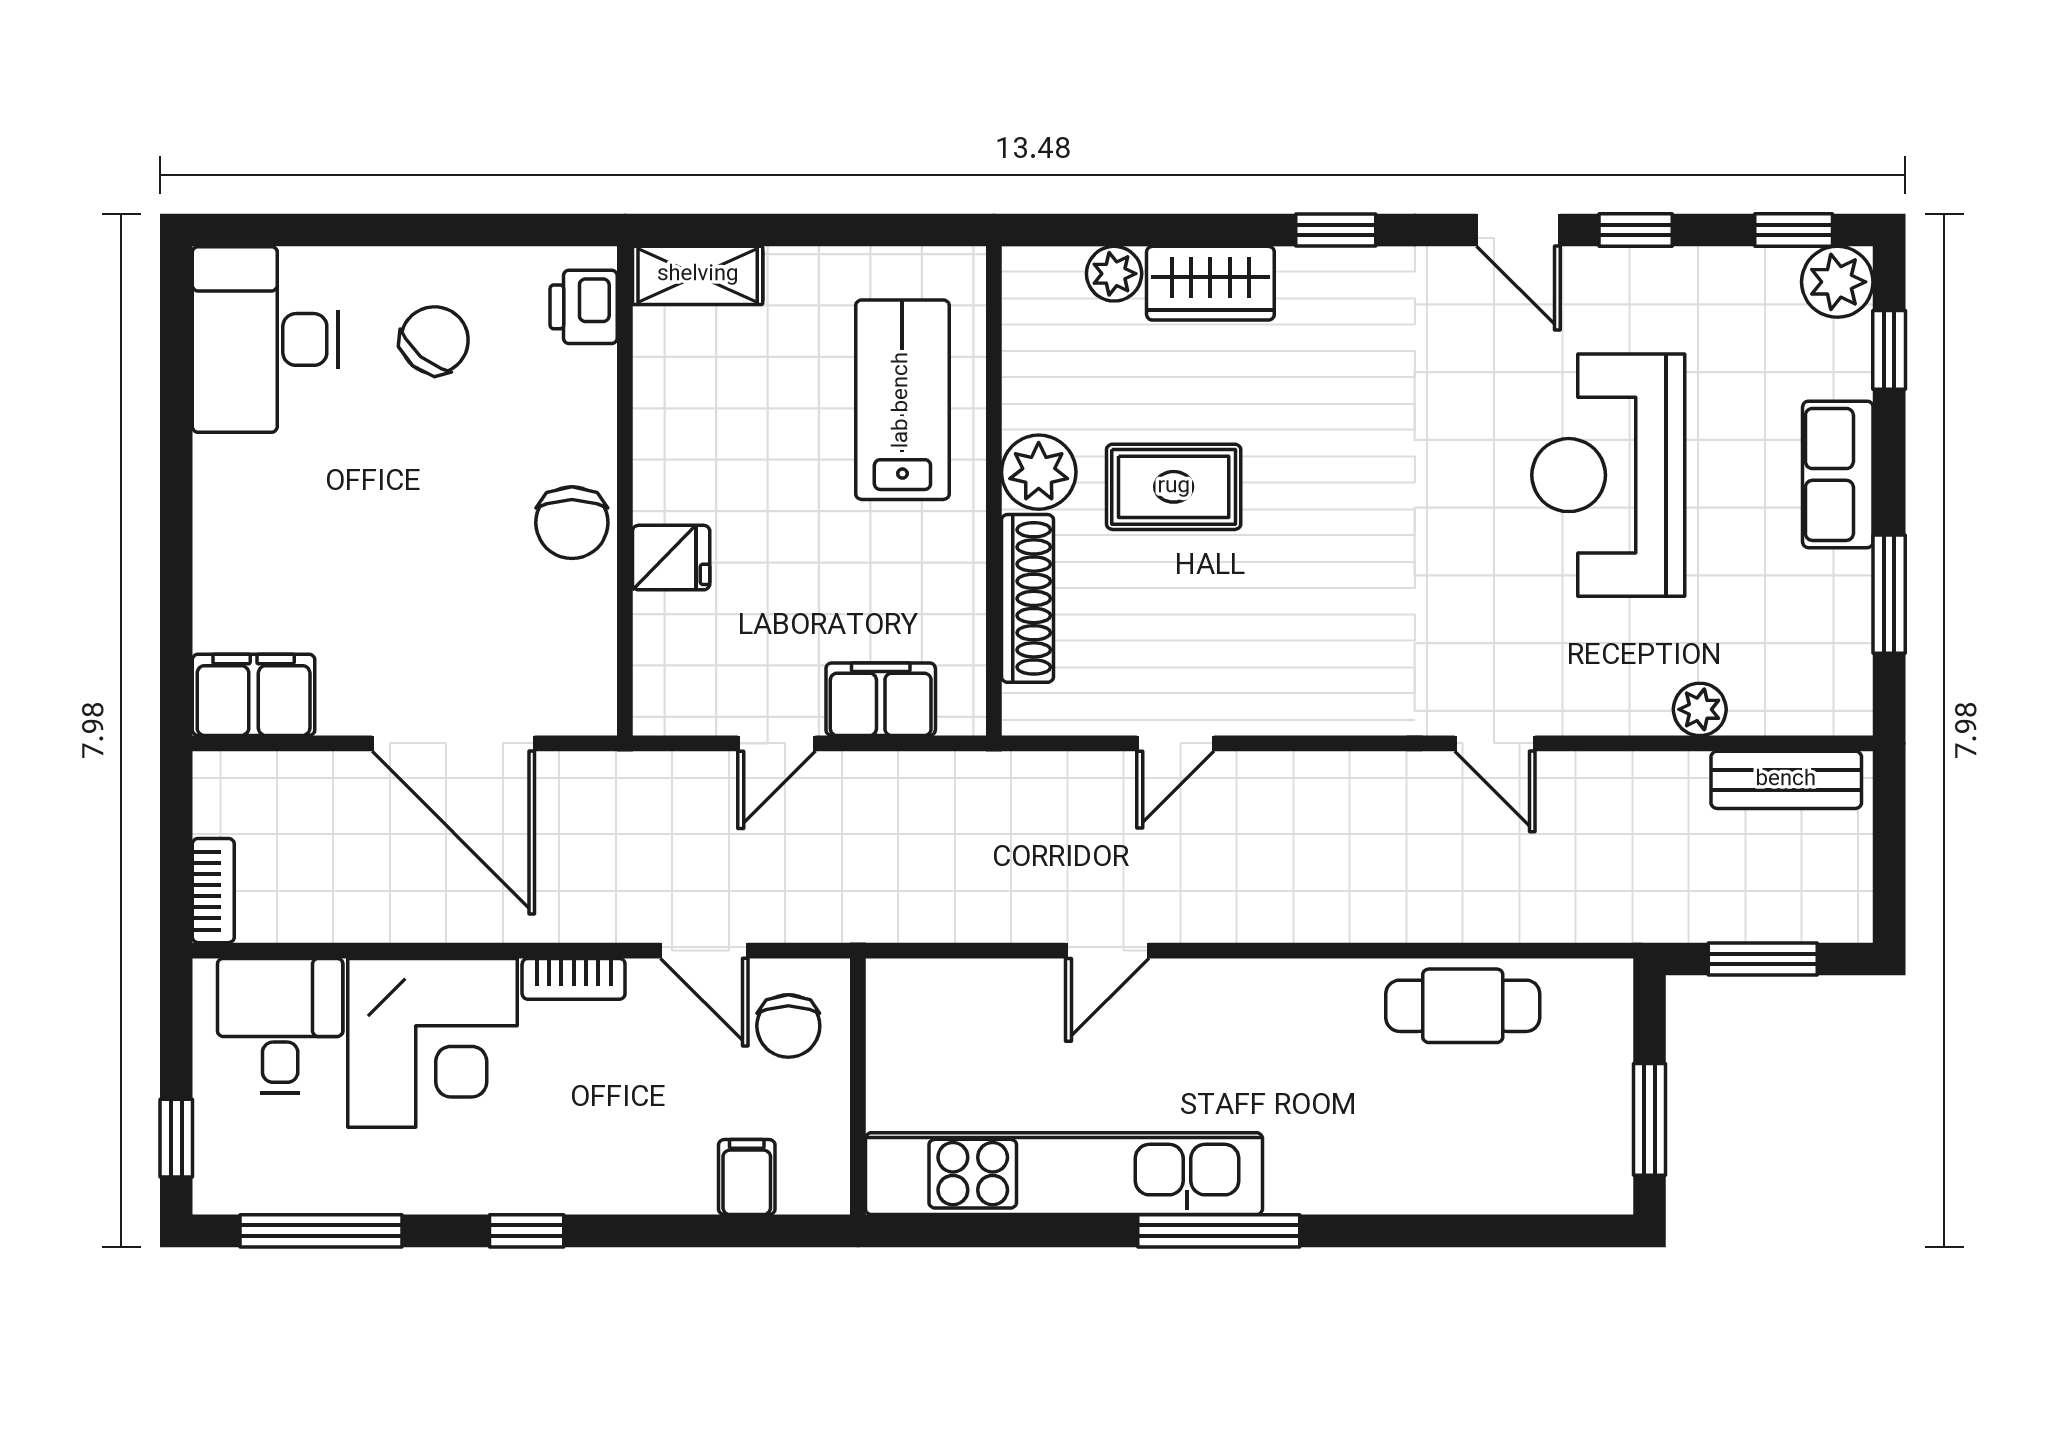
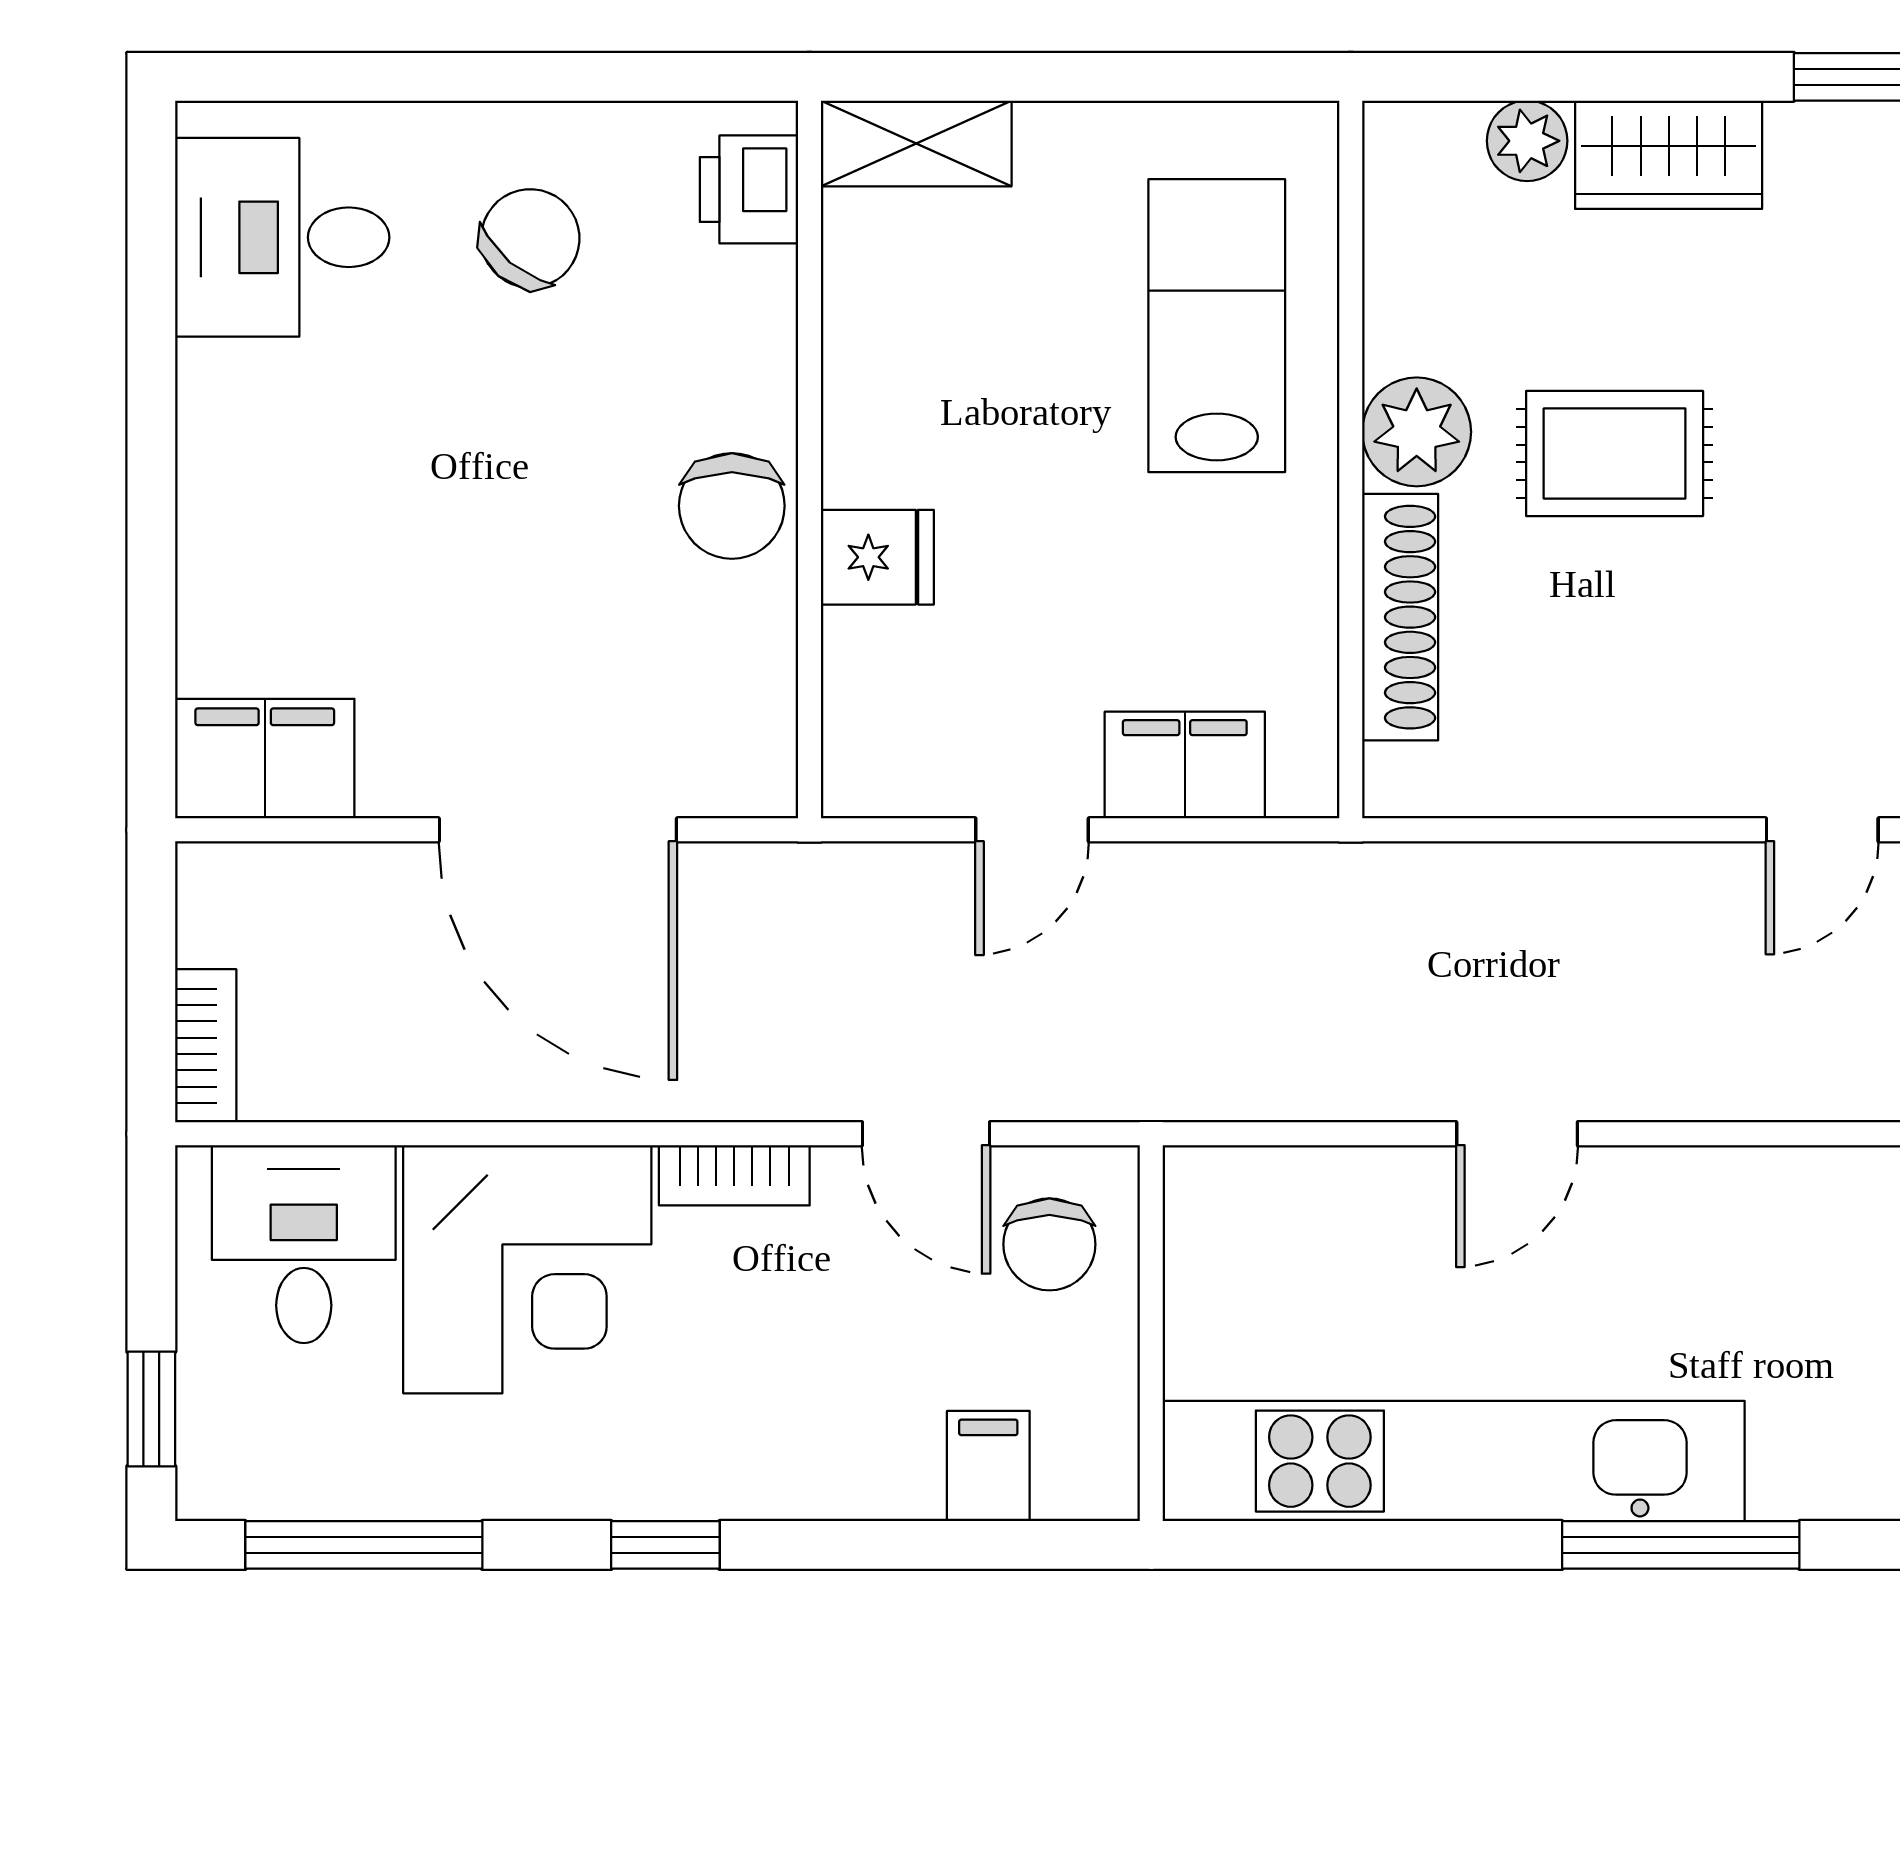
desk: (265, 339) -> (282, 237), width x0.73
door: (1175, 743) -> (1822, 830), moved

